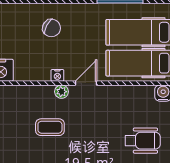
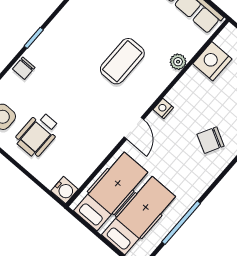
plant: (62, 92) -> (178, 62), moved
coffee table: (50, 127) -> (122, 61), width x1.36, depth x1.30

